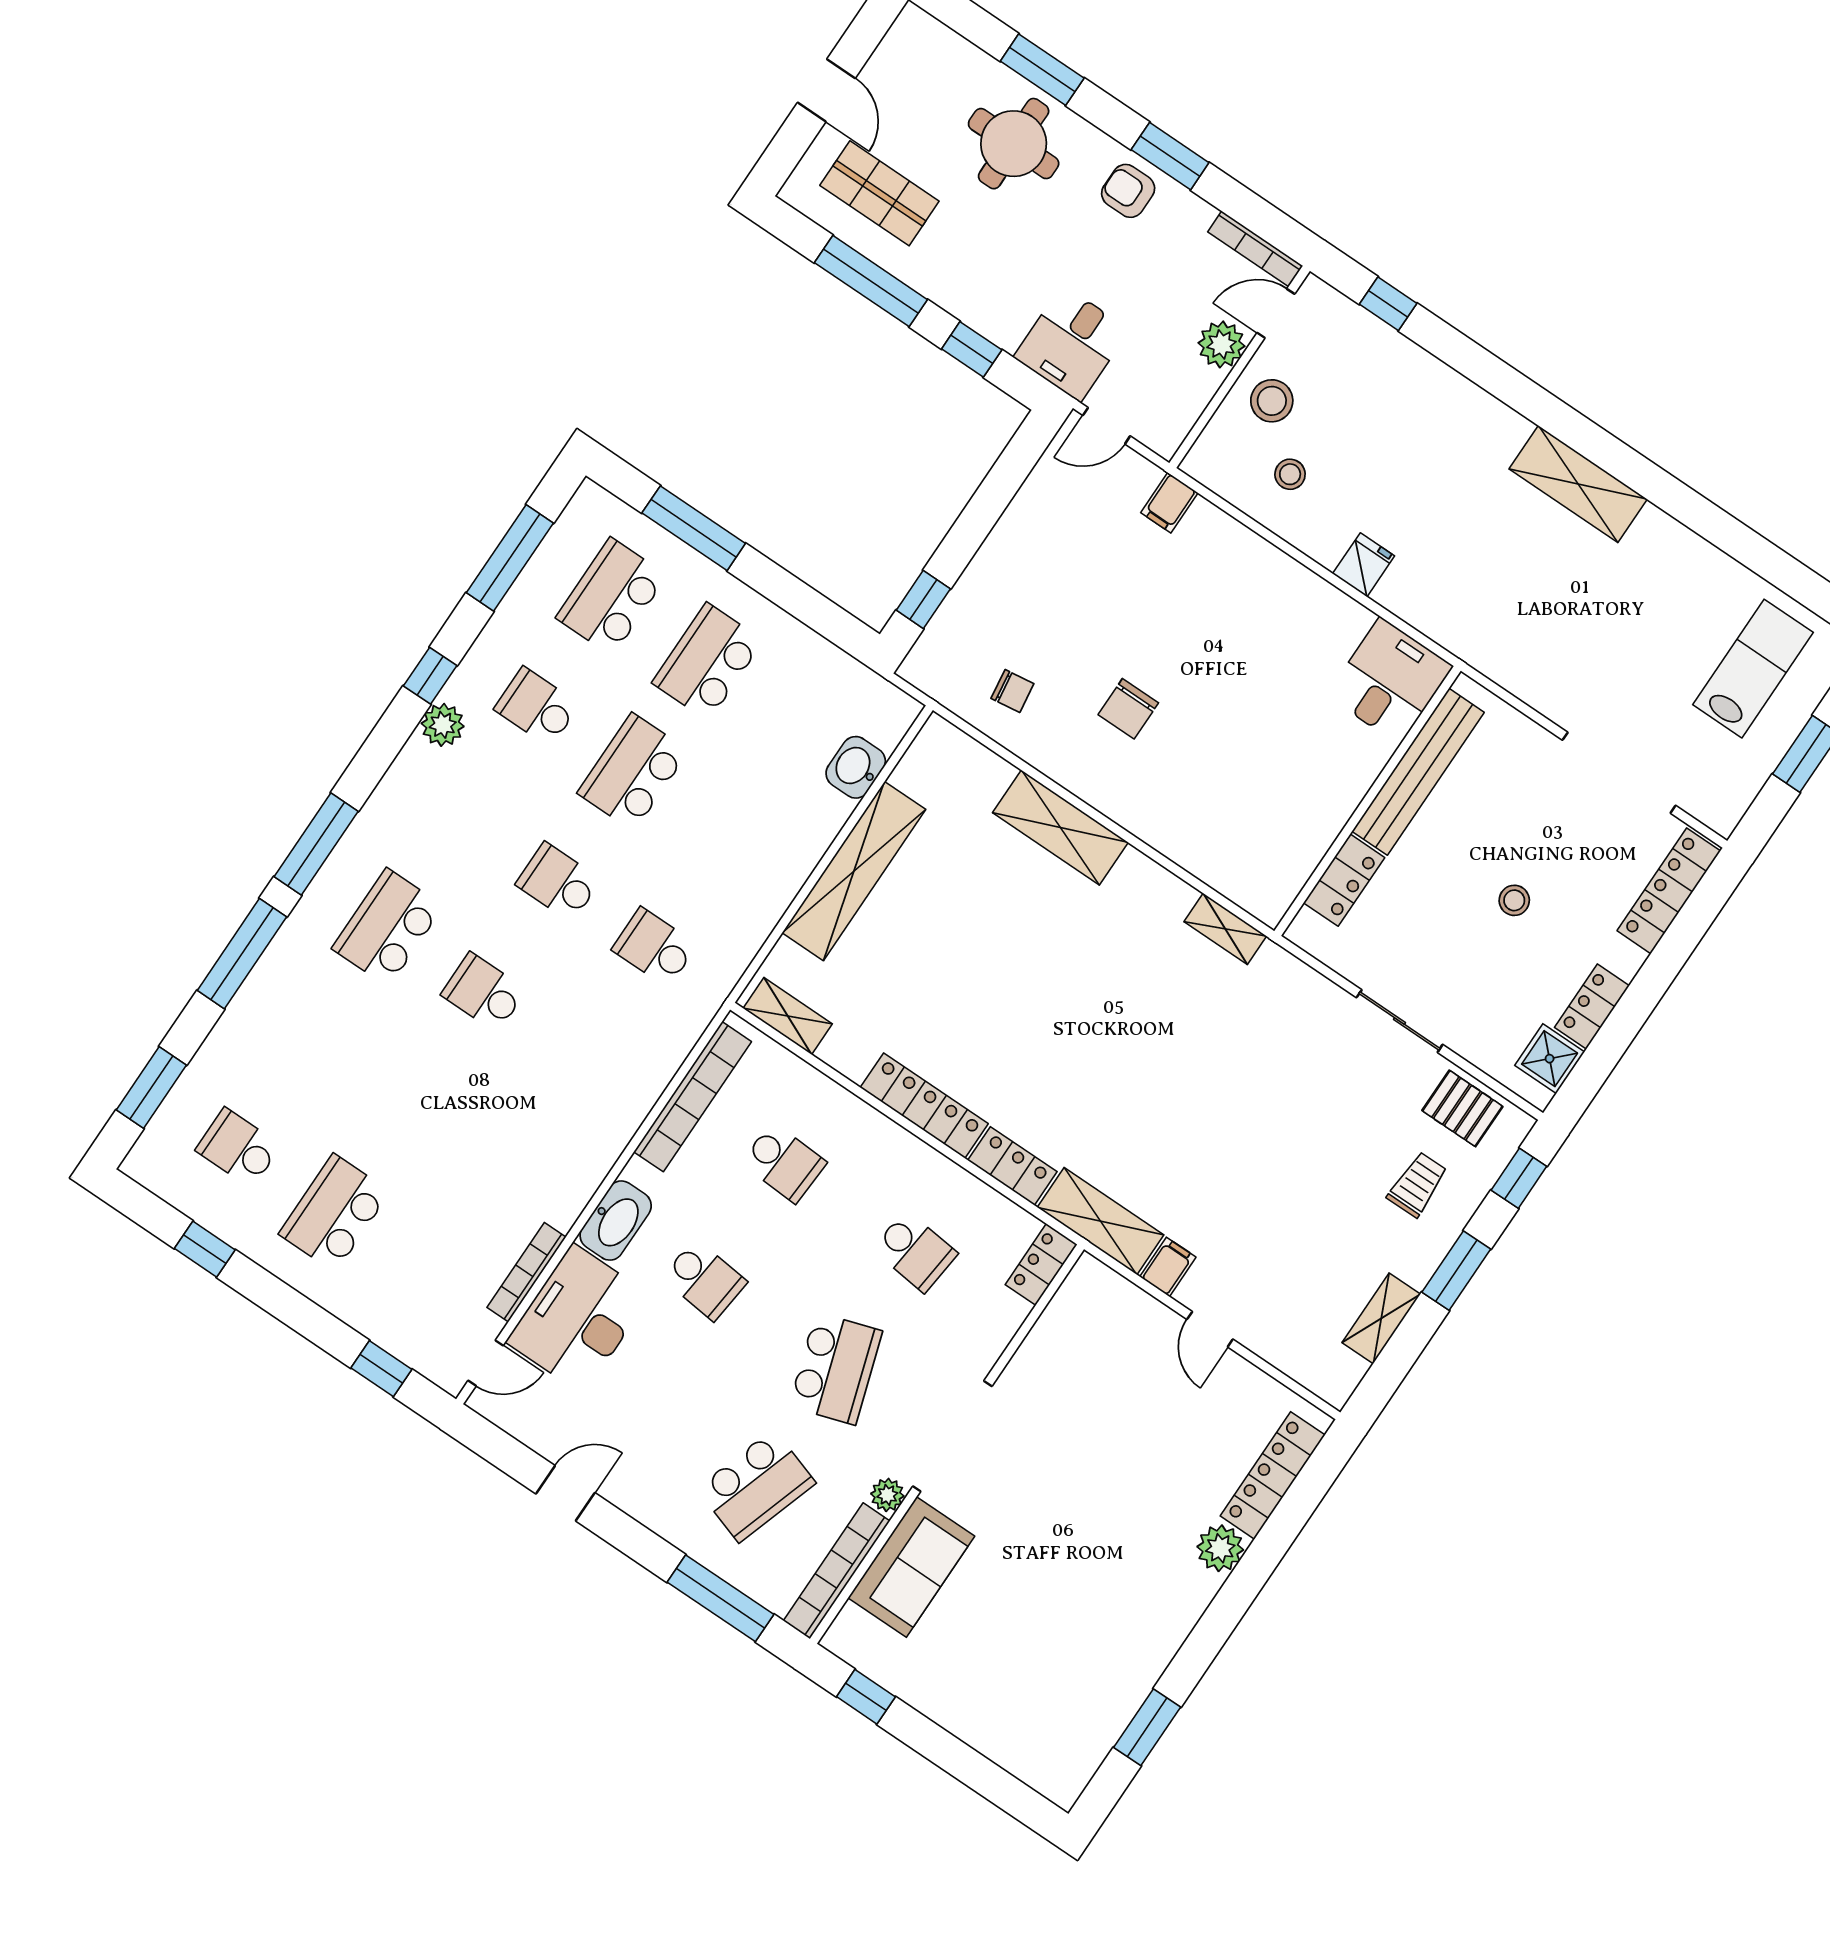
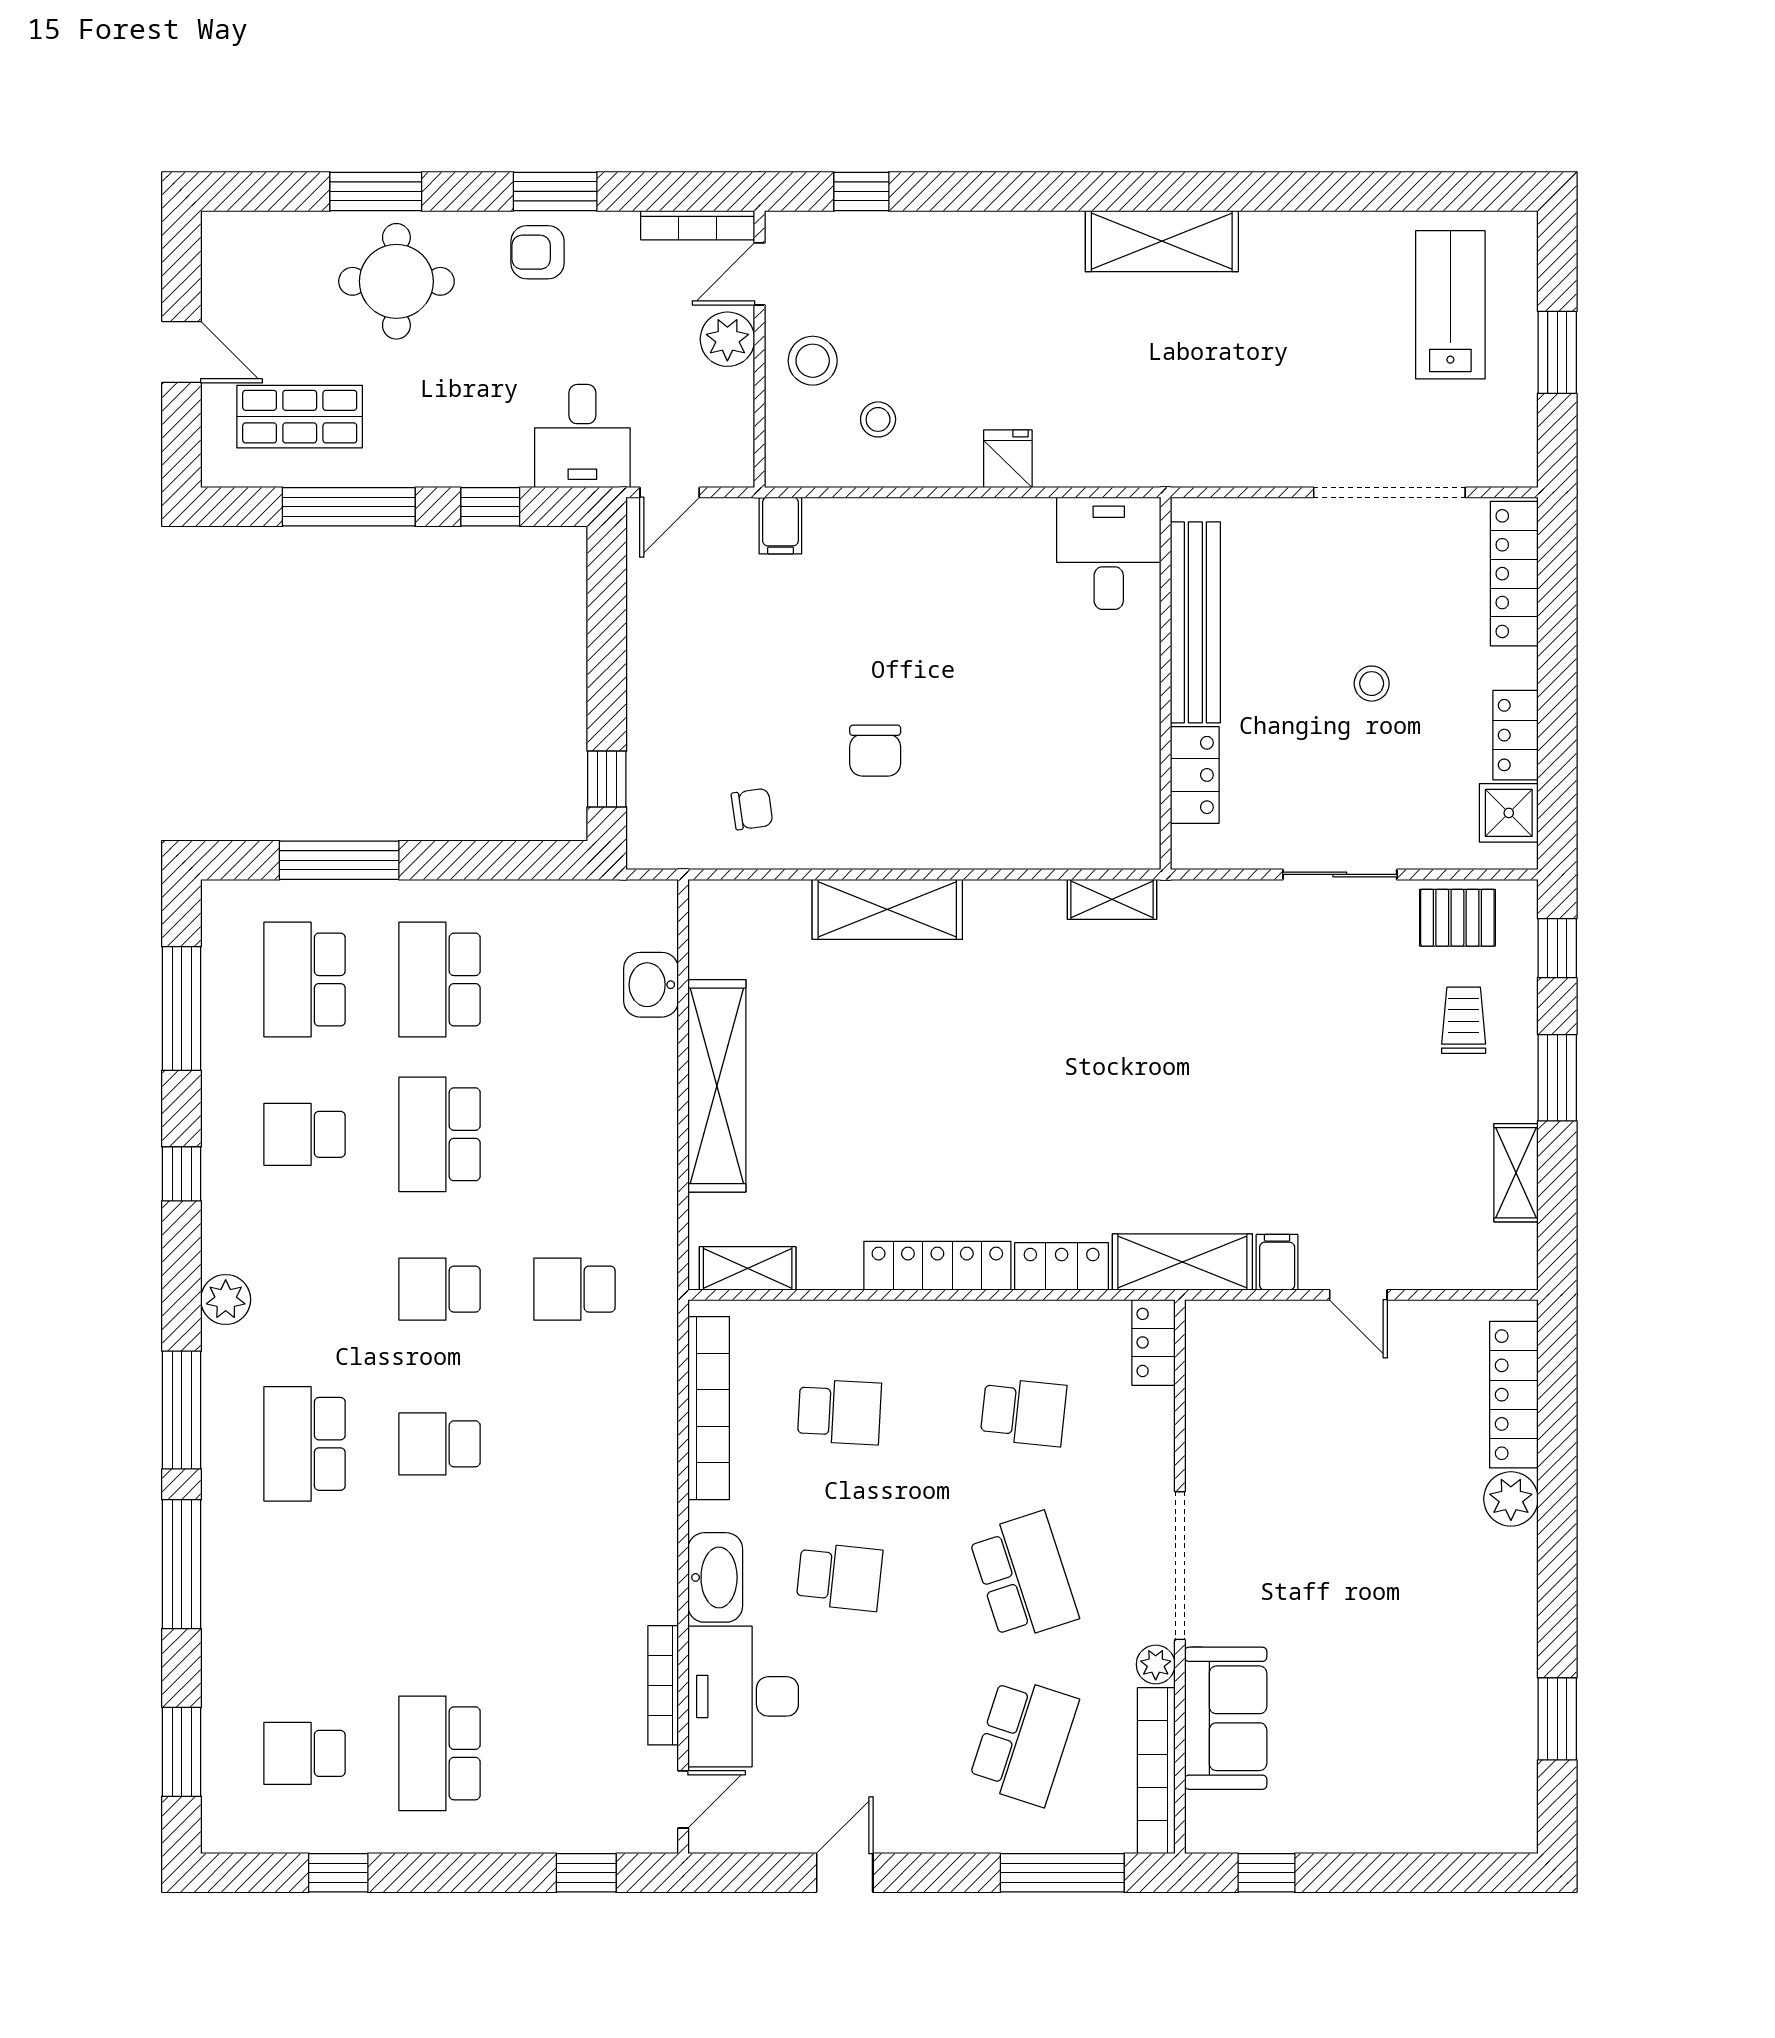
plant: (443, 725) -> (226, 1300), moved

